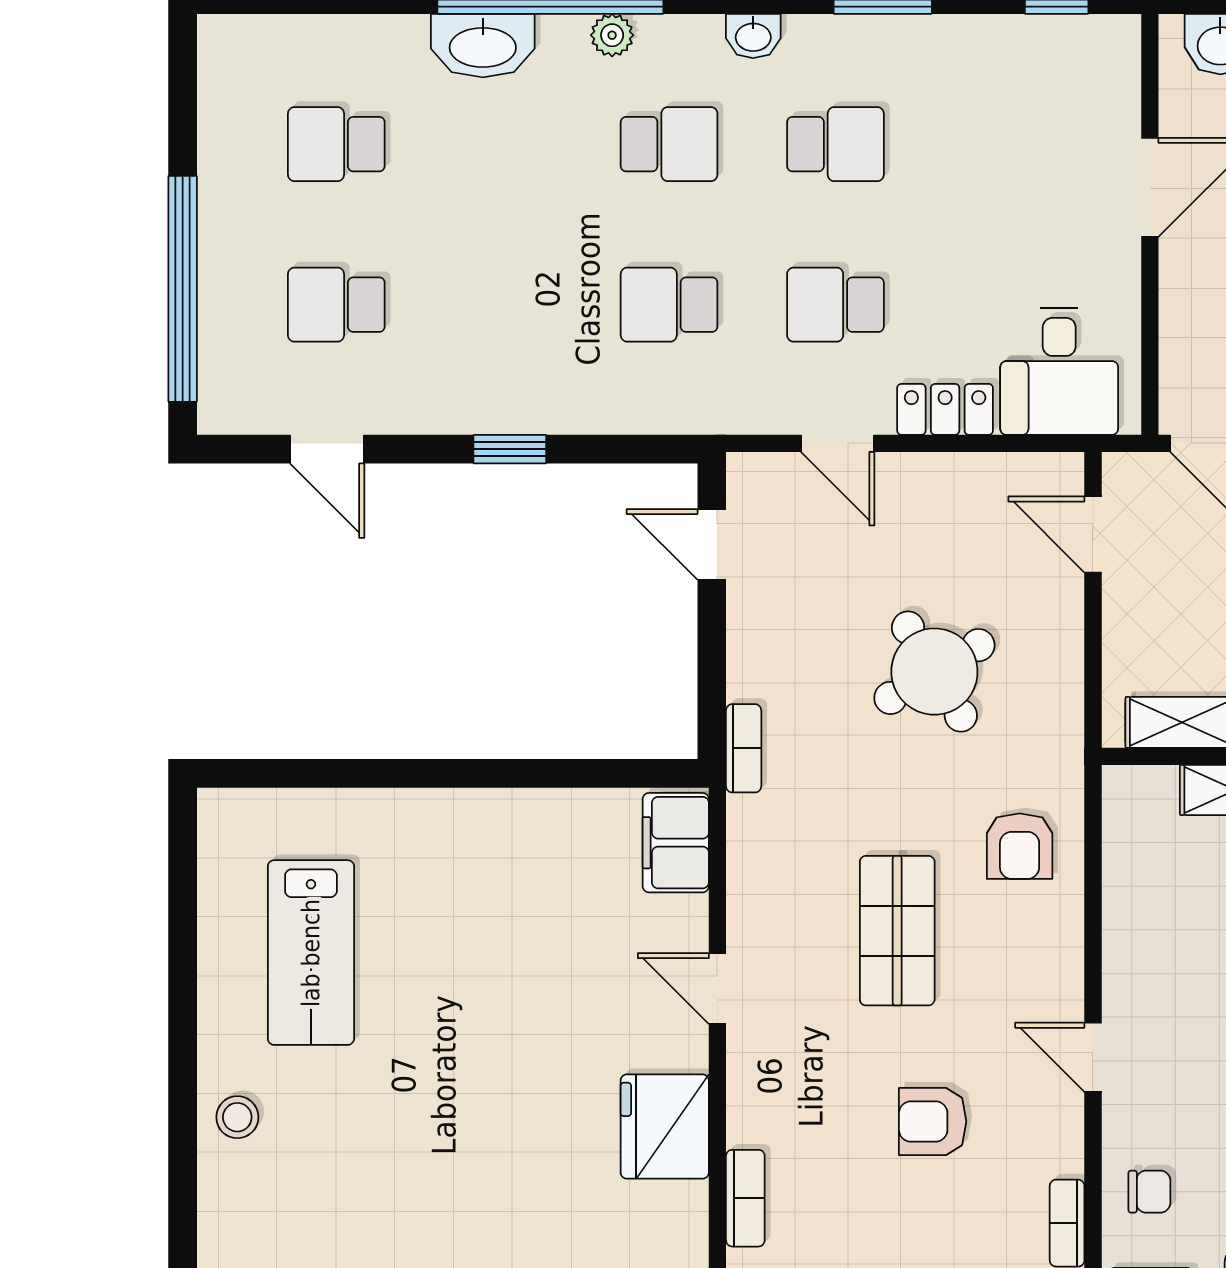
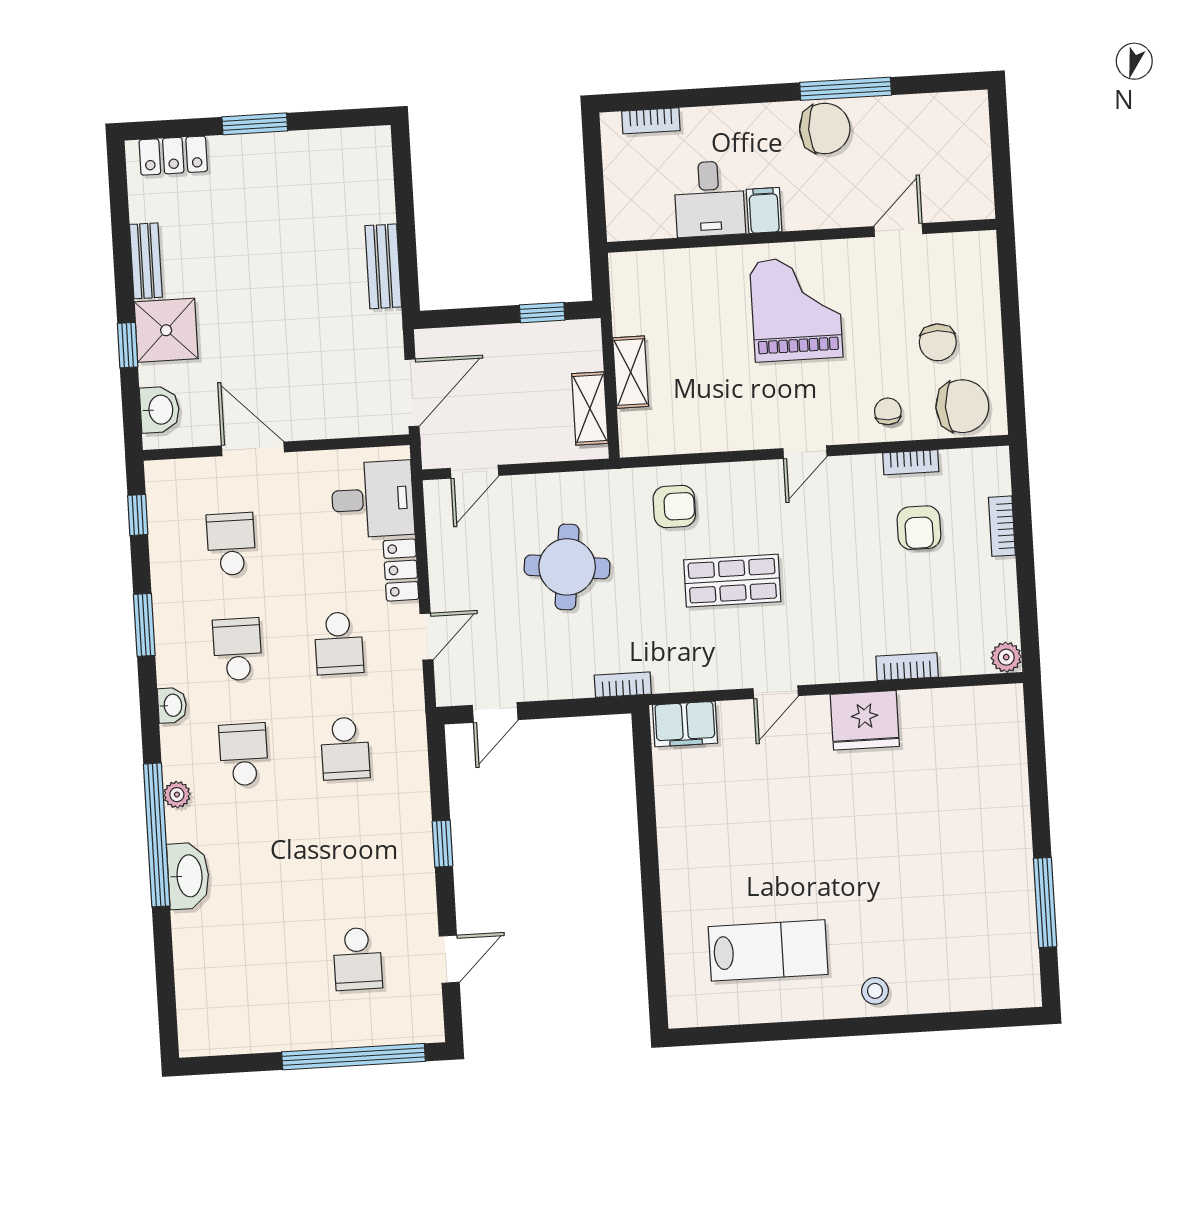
school desk: (336, 144) -> (231, 544), moved, turned 180
round table: (934, 672) -> (567, 567), turned 37
armchair: (933, 1121) -> (919, 528), moved

